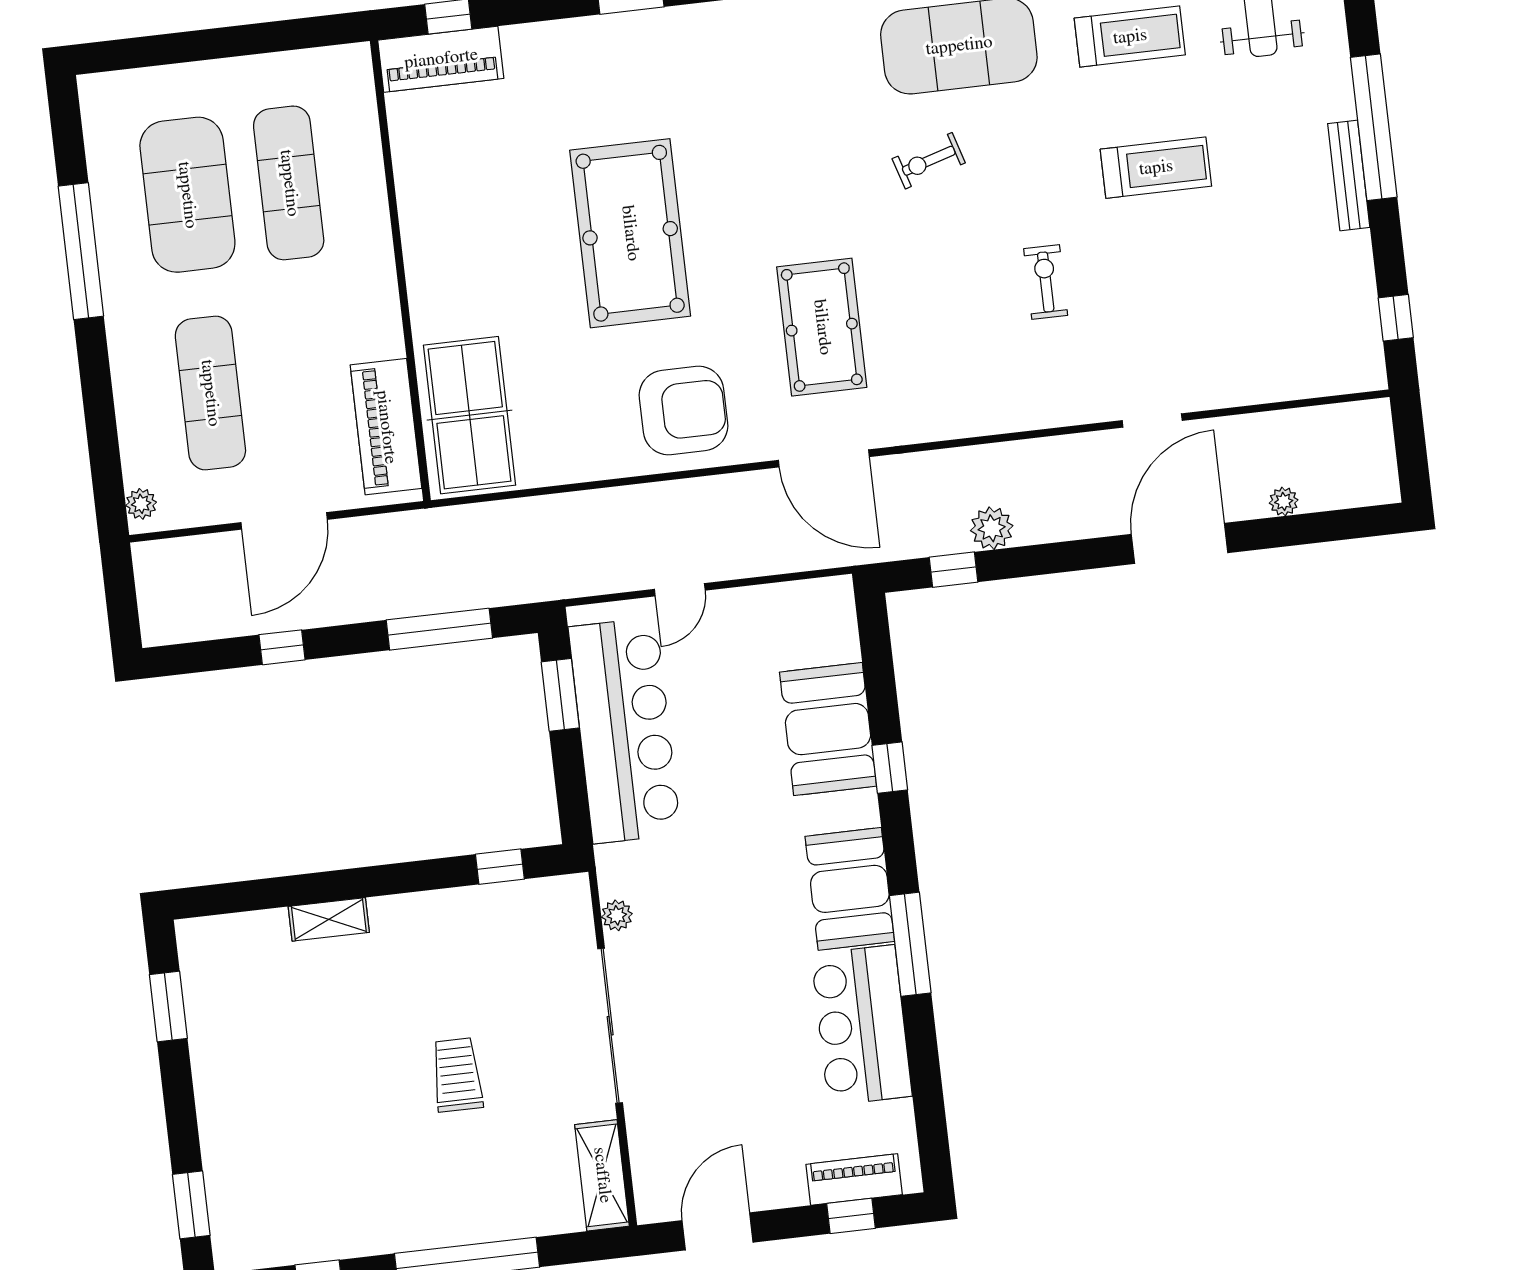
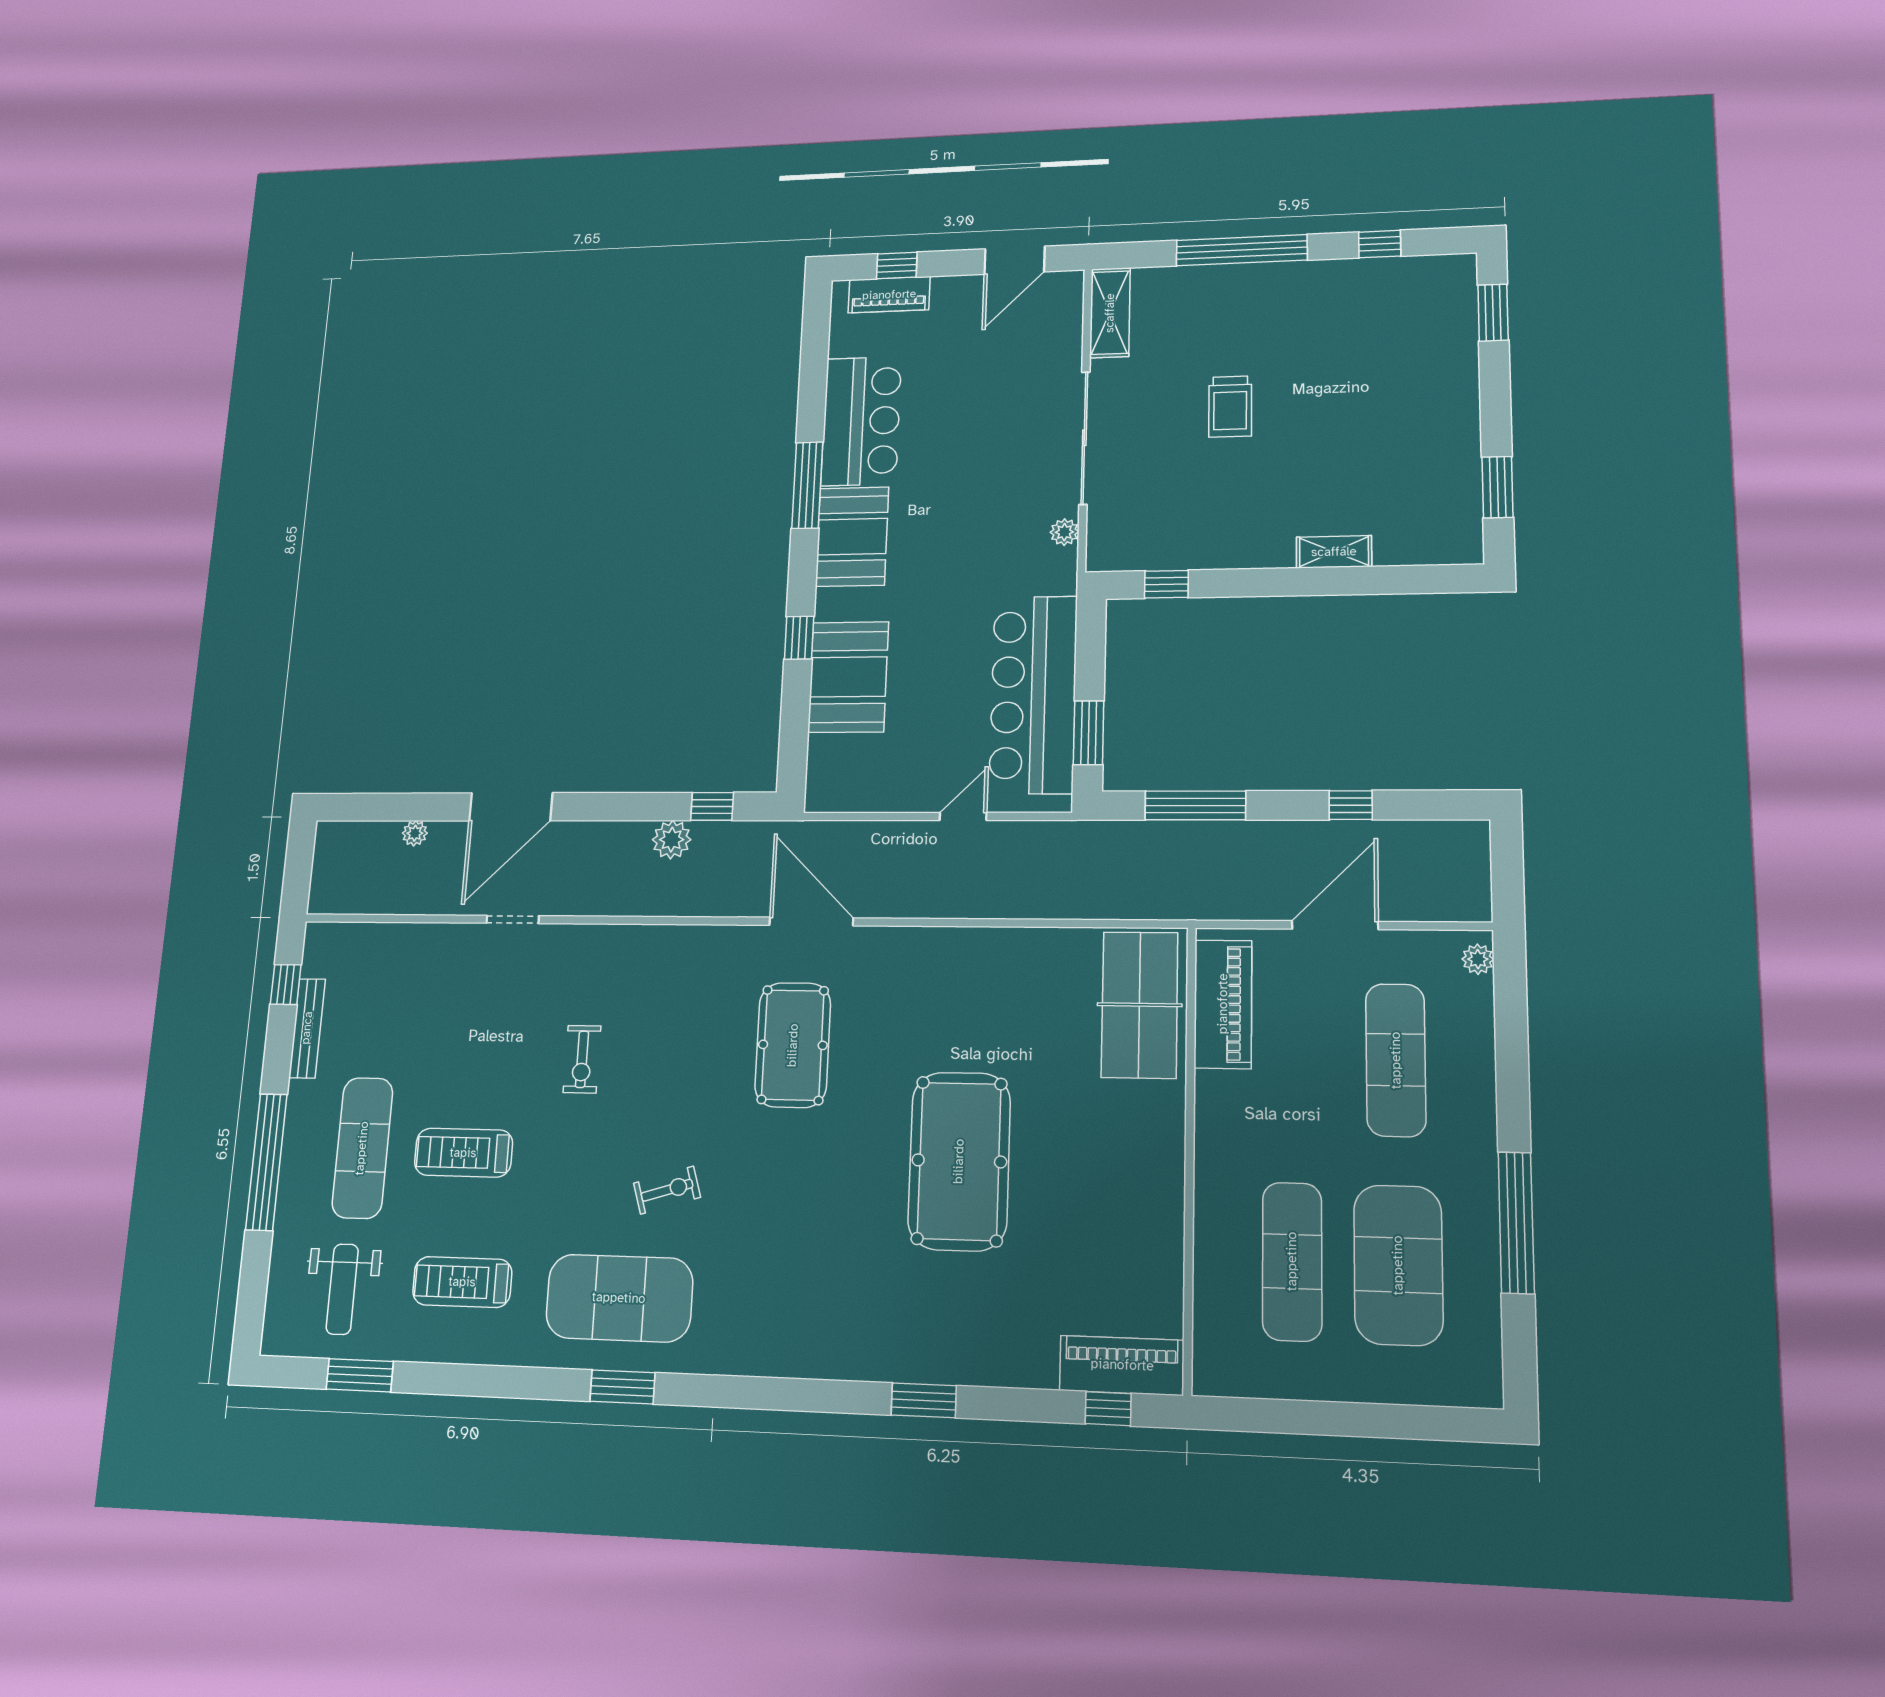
exercise mat: (1269, 157) -> (362, 1148), added
bench: (1349, 175) -> (307, 1028), moved
armchair: (684, 411) -> (934, 983), removed

